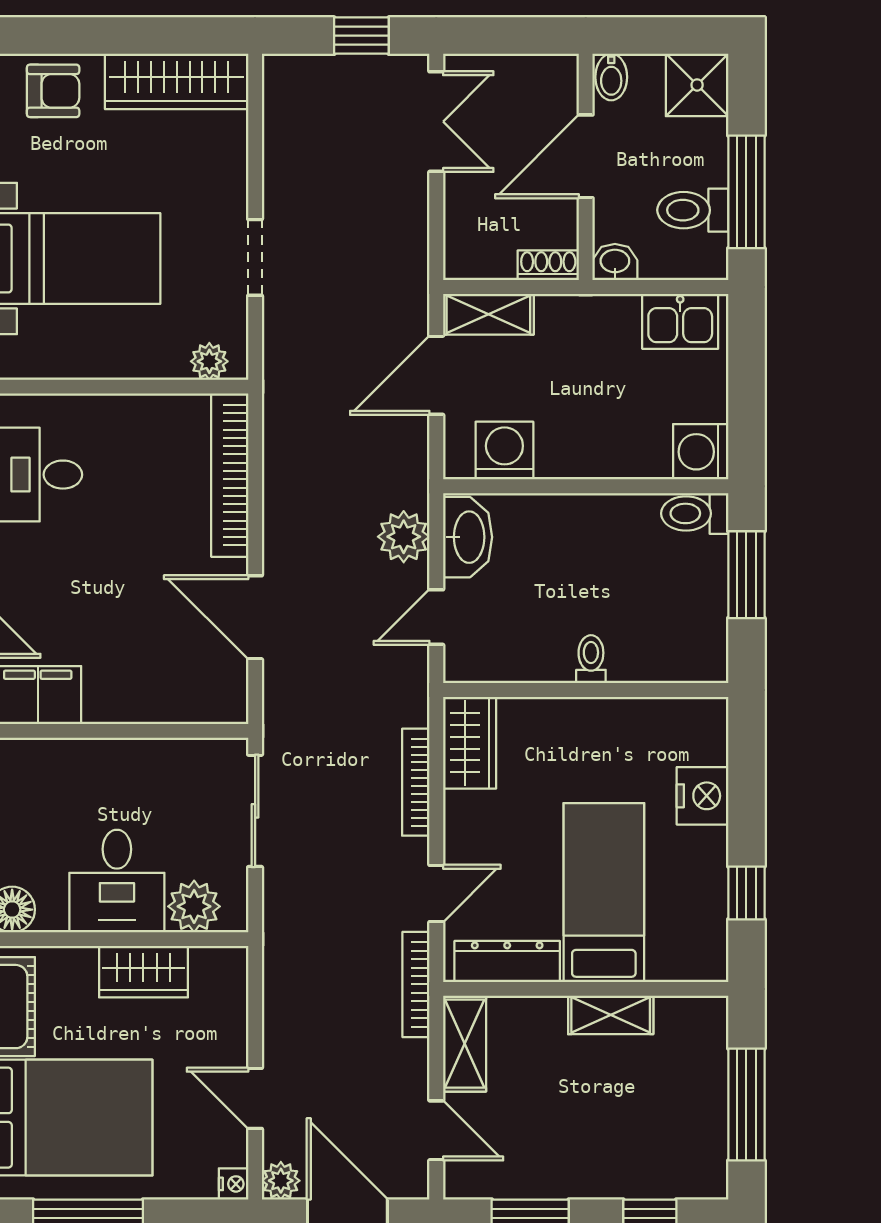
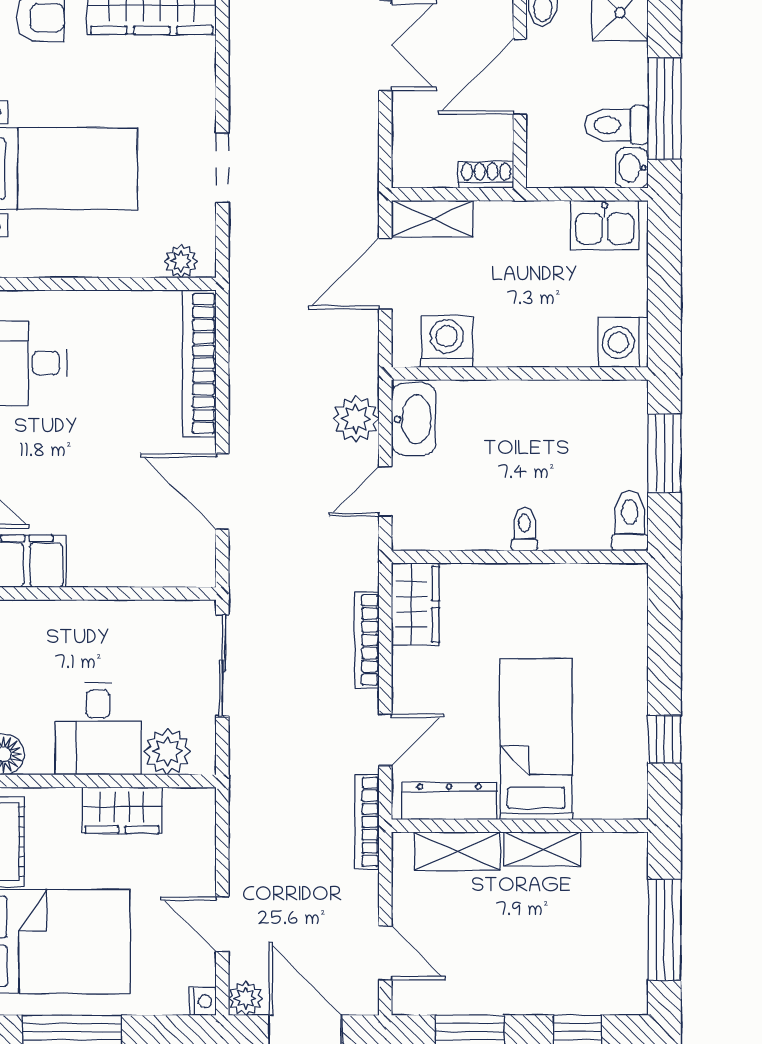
washbasin: (615, 262) -> (632, 168), moved, turned -90
toilet: (695, 513) -> (630, 521), moved, turned 90
nightstand: (703, 796) -> (625, 652), removed
shelving: (465, 1044) -> (458, 851), moved, turned 90

